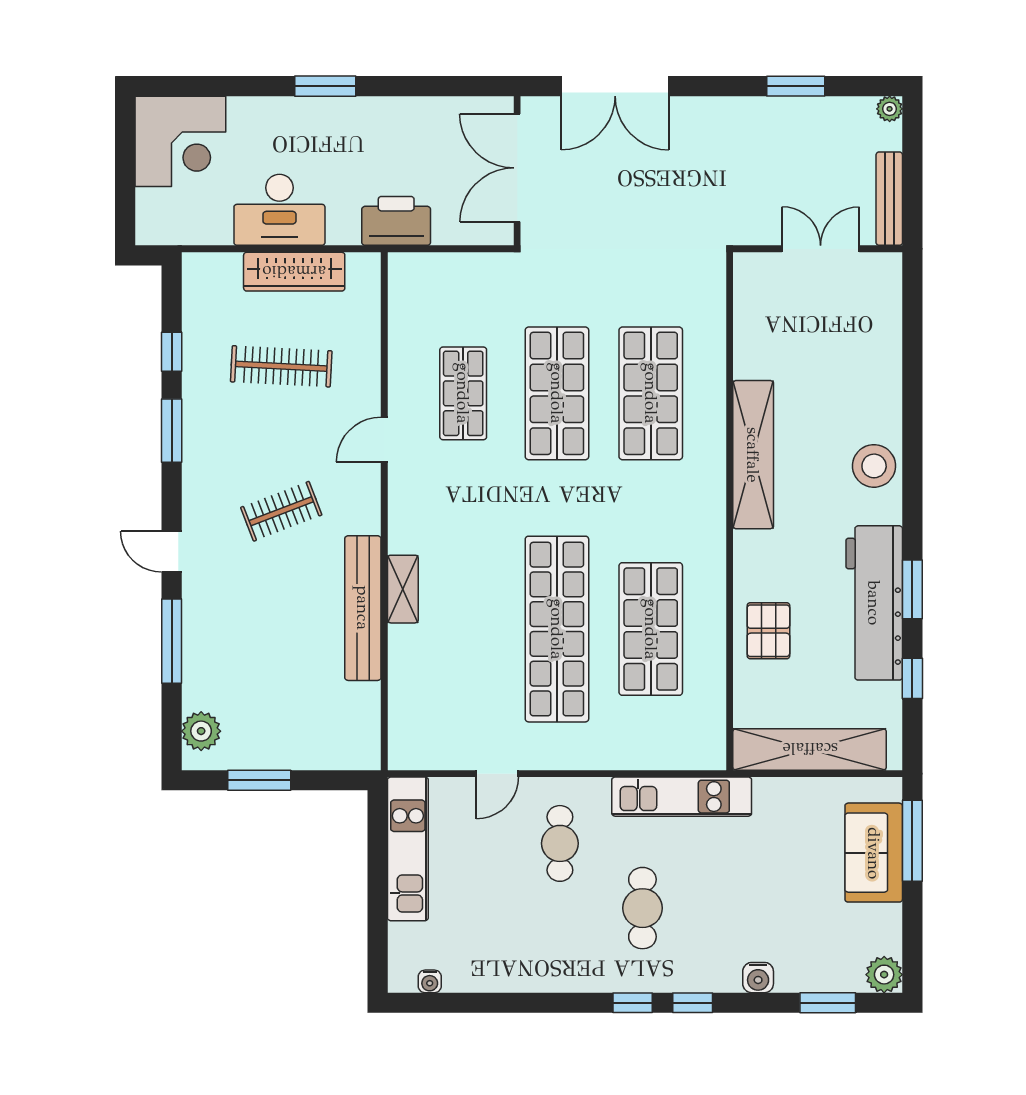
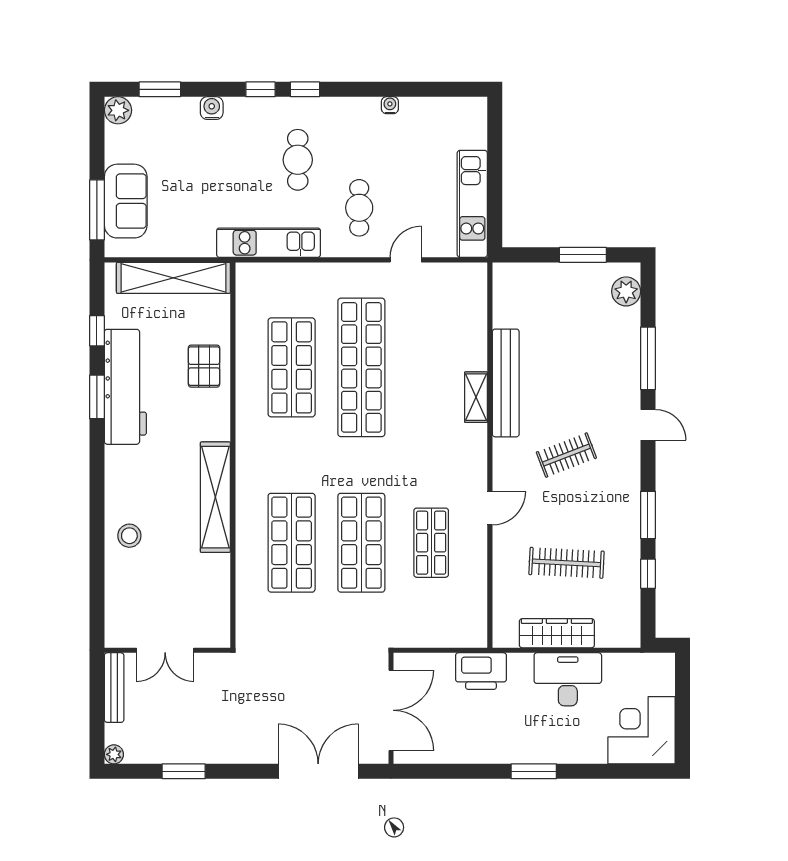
stool: (874, 466) -> (129, 536), moved, width x0.73, depth x0.73
water cooler: (430, 981) -> (390, 105), moved

